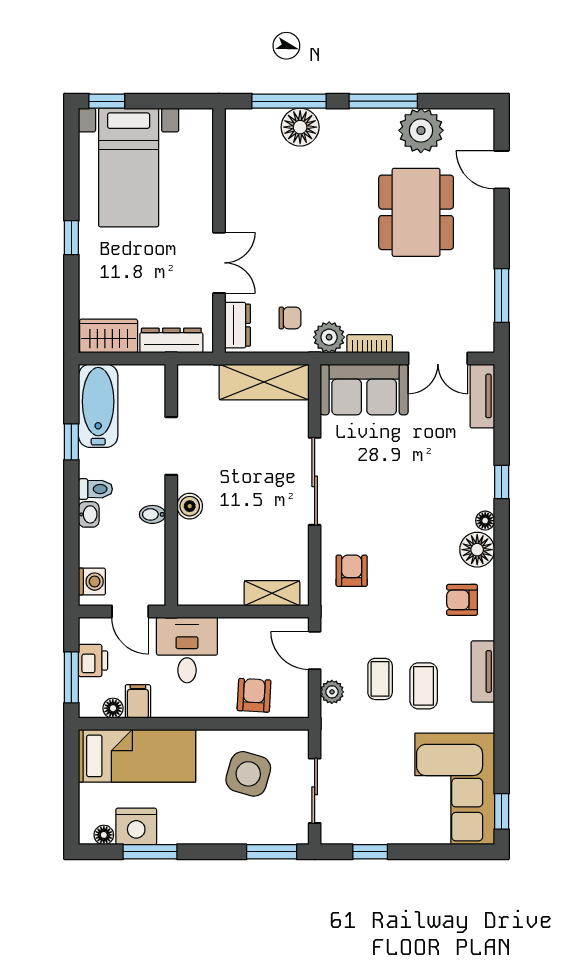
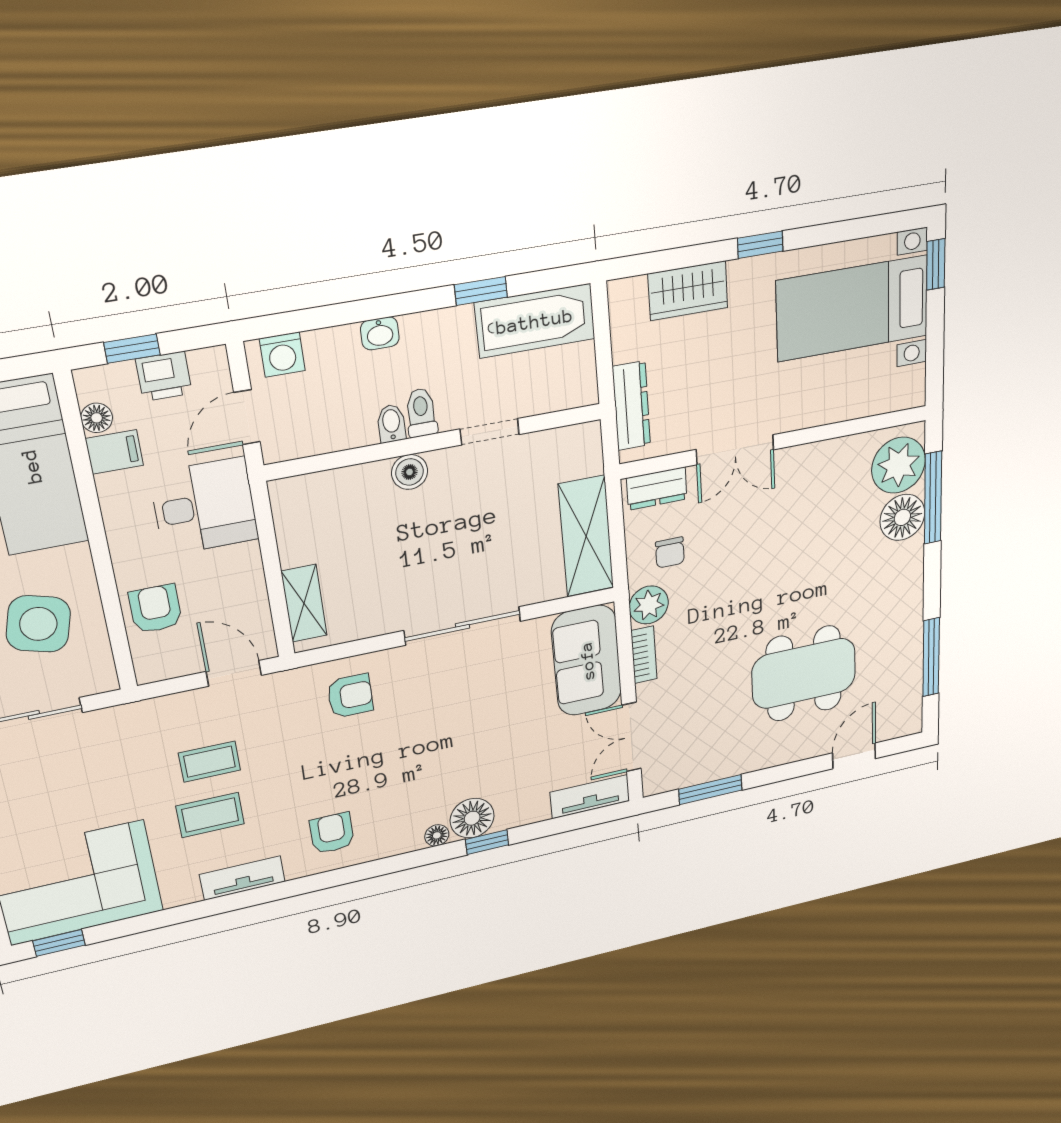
window: (383, 101) -> (931, 657), moved
plant: (421, 130) -> (899, 465), moved
wardrobe: (109, 336) -> (688, 291), moved, turned 90
doorway: (171, 446) -> (490, 432), width x0.73
toilet: (95, 489) -> (421, 413), moved, turned 180
floor lamp: (477, 550) -> (472, 818), moved
door: (315, 650) -> (234, 673), hinge flipped
window: (71, 677) -> (132, 349), width x0.67
plant: (332, 692) -> (180, 707), removed
armchair: (254, 695) -> (155, 609), turned -93

